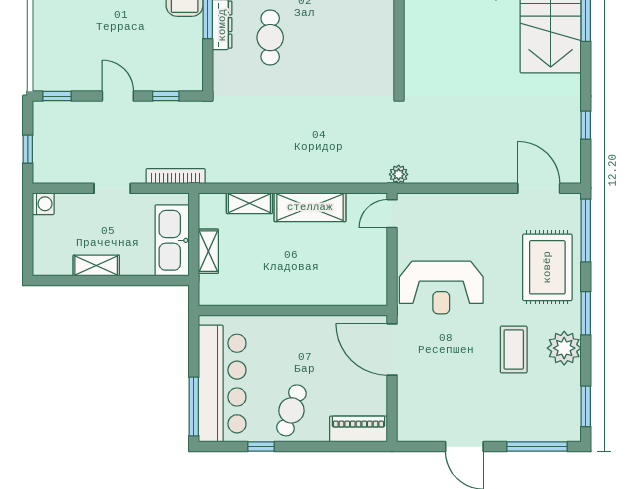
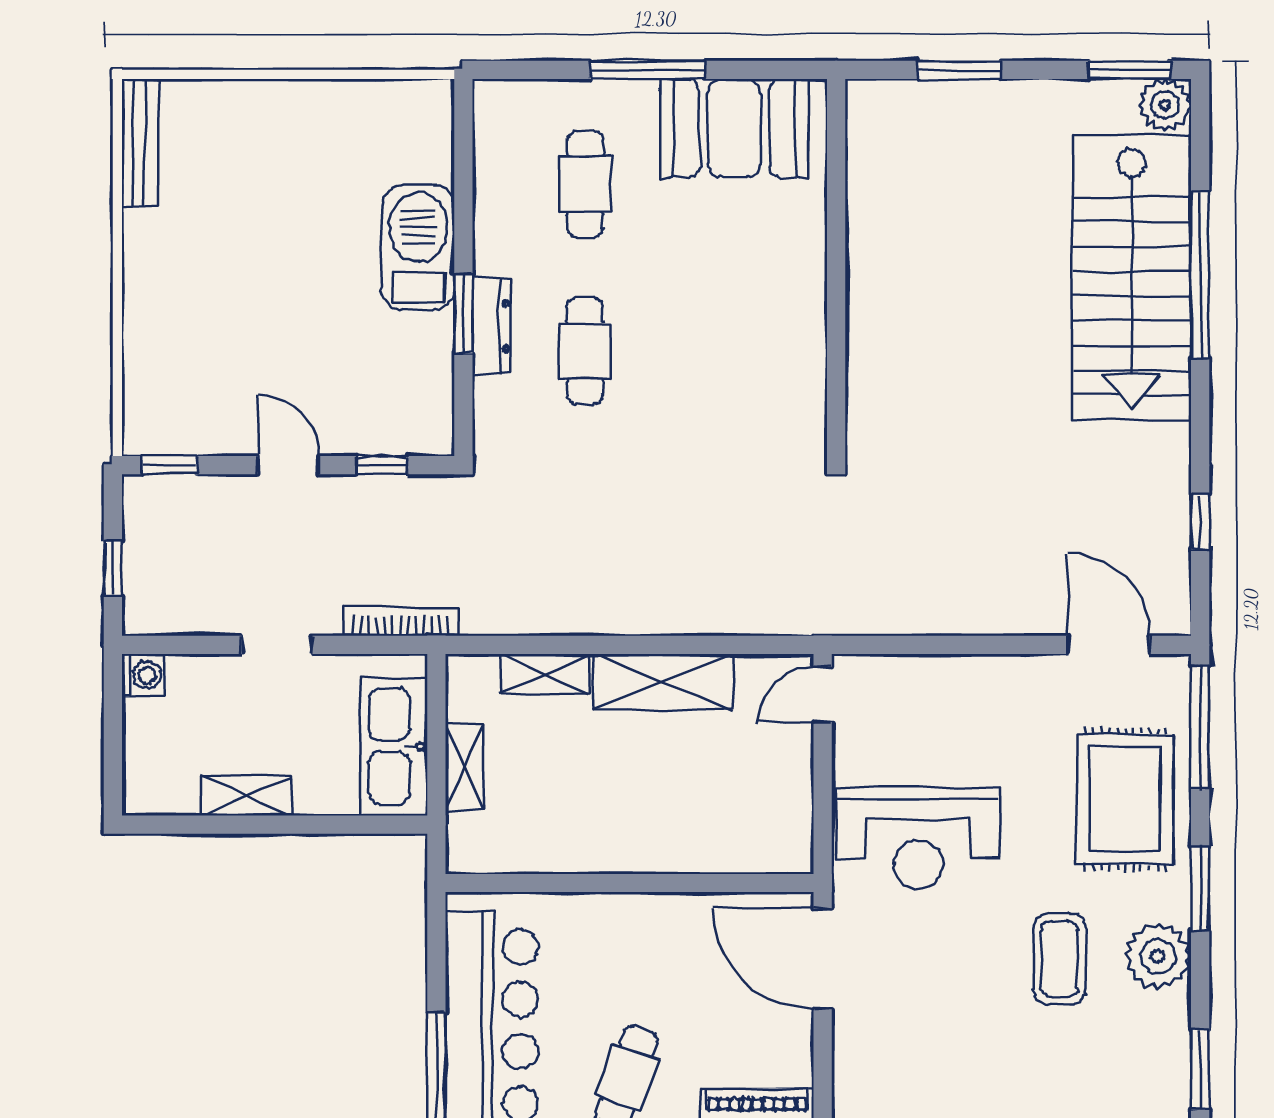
plant: (399, 174) -> (835, 618), removed

